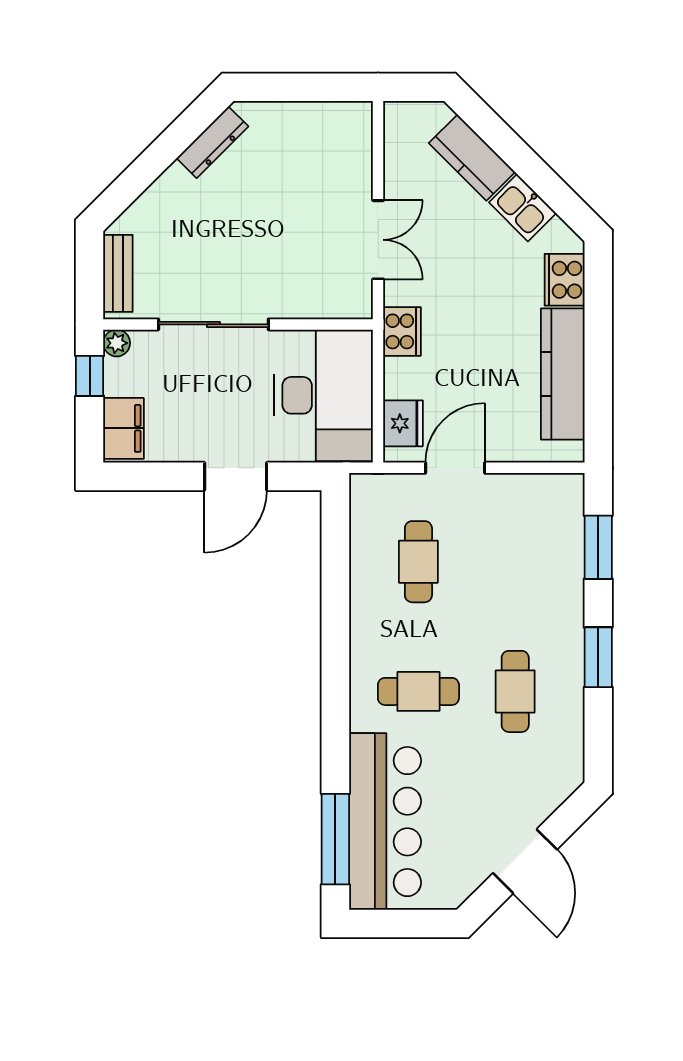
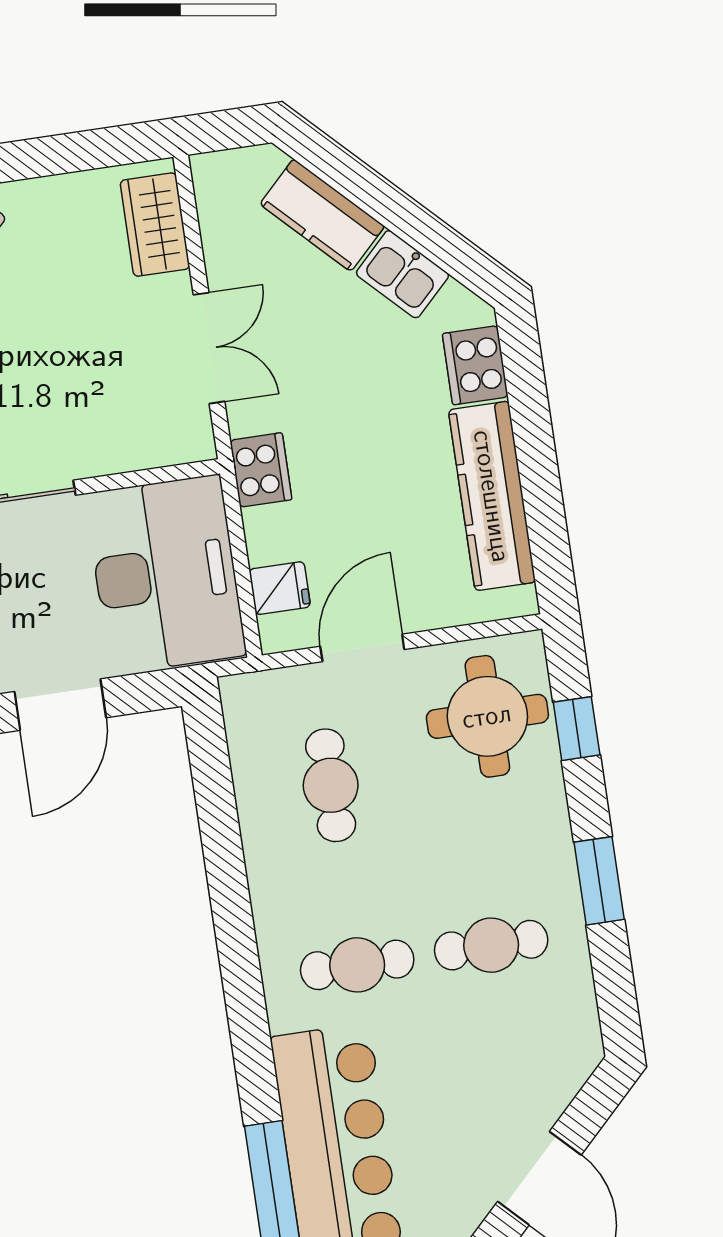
wardrobe: (353, 147) -> (155, 225), added
fridge: (403, 423) -> (280, 588), width x0.72
round table: (536, 529) -> (487, 716), added
window: (598, 547) -> (577, 729), width x0.67
cafe table: (515, 691) -> (491, 945), turned 90

